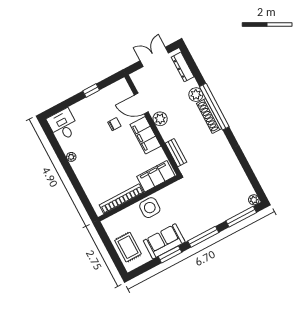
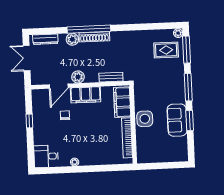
rug: (128, 247) -> (166, 50), moved

